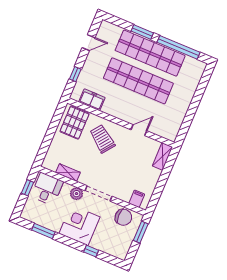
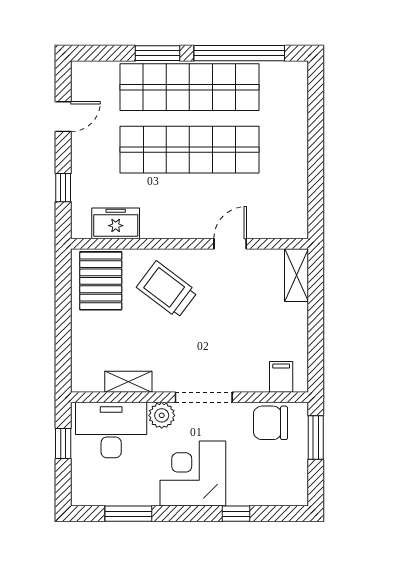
desk: (47, 189) -> (111, 430), width x1.37
chair: (123, 217) -> (270, 423), turned 180

